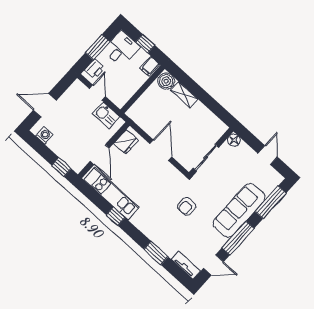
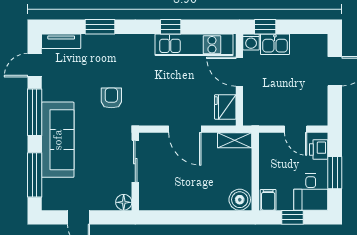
shelving: (184, 95) -> (235, 140), moved
kitchen sink: (106, 115) -> (275, 44), moved, turned 180
washing machine: (44, 136) -> (251, 42), moved

